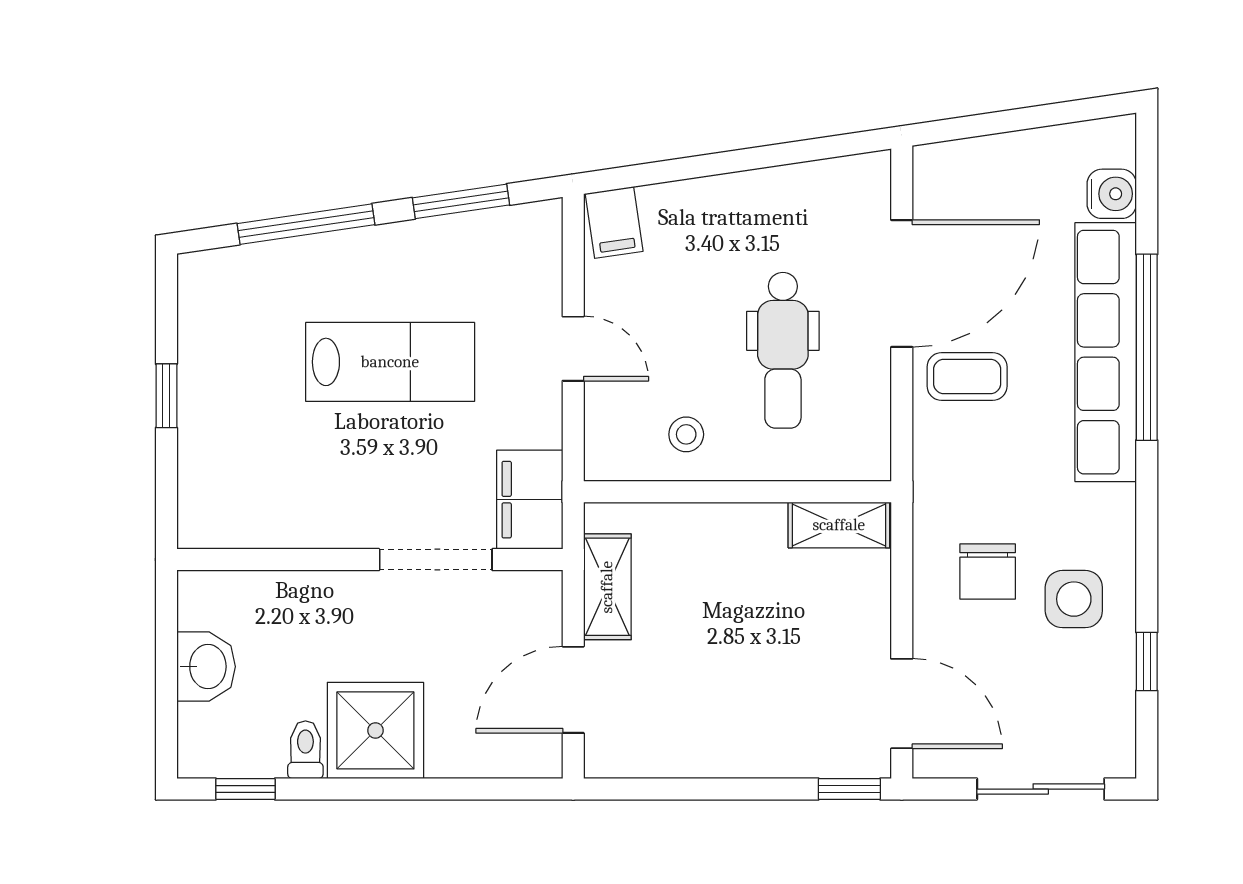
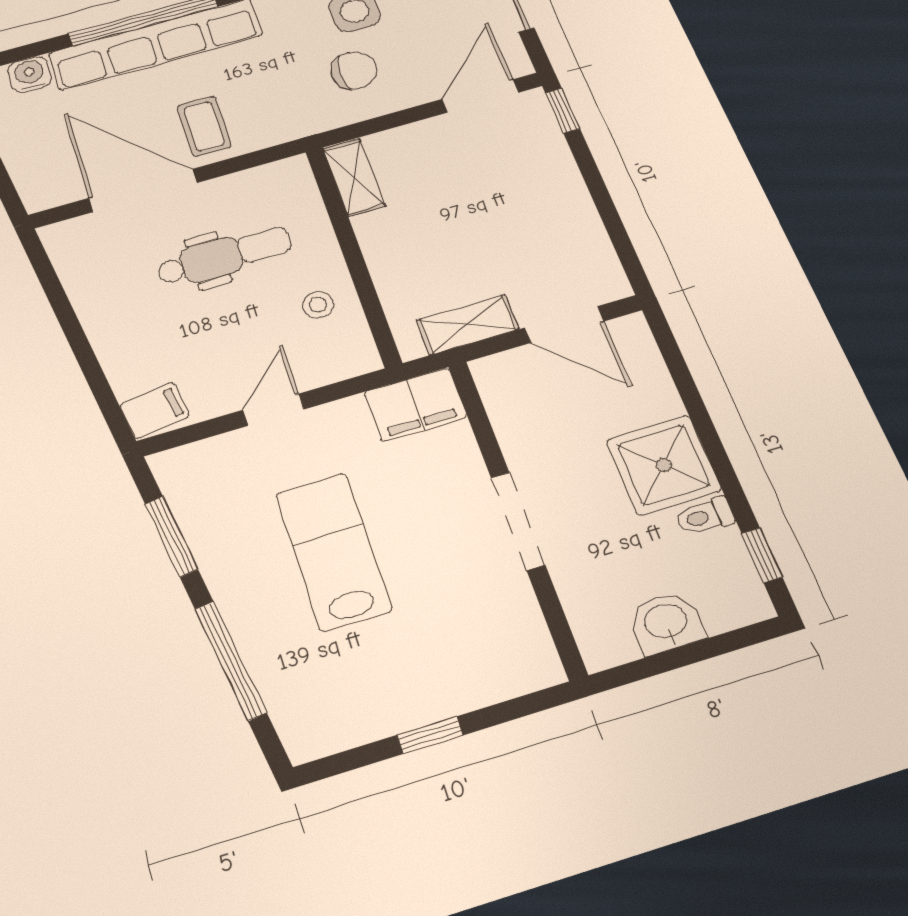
doorway: (436, 560) -> (518, 521), moved

